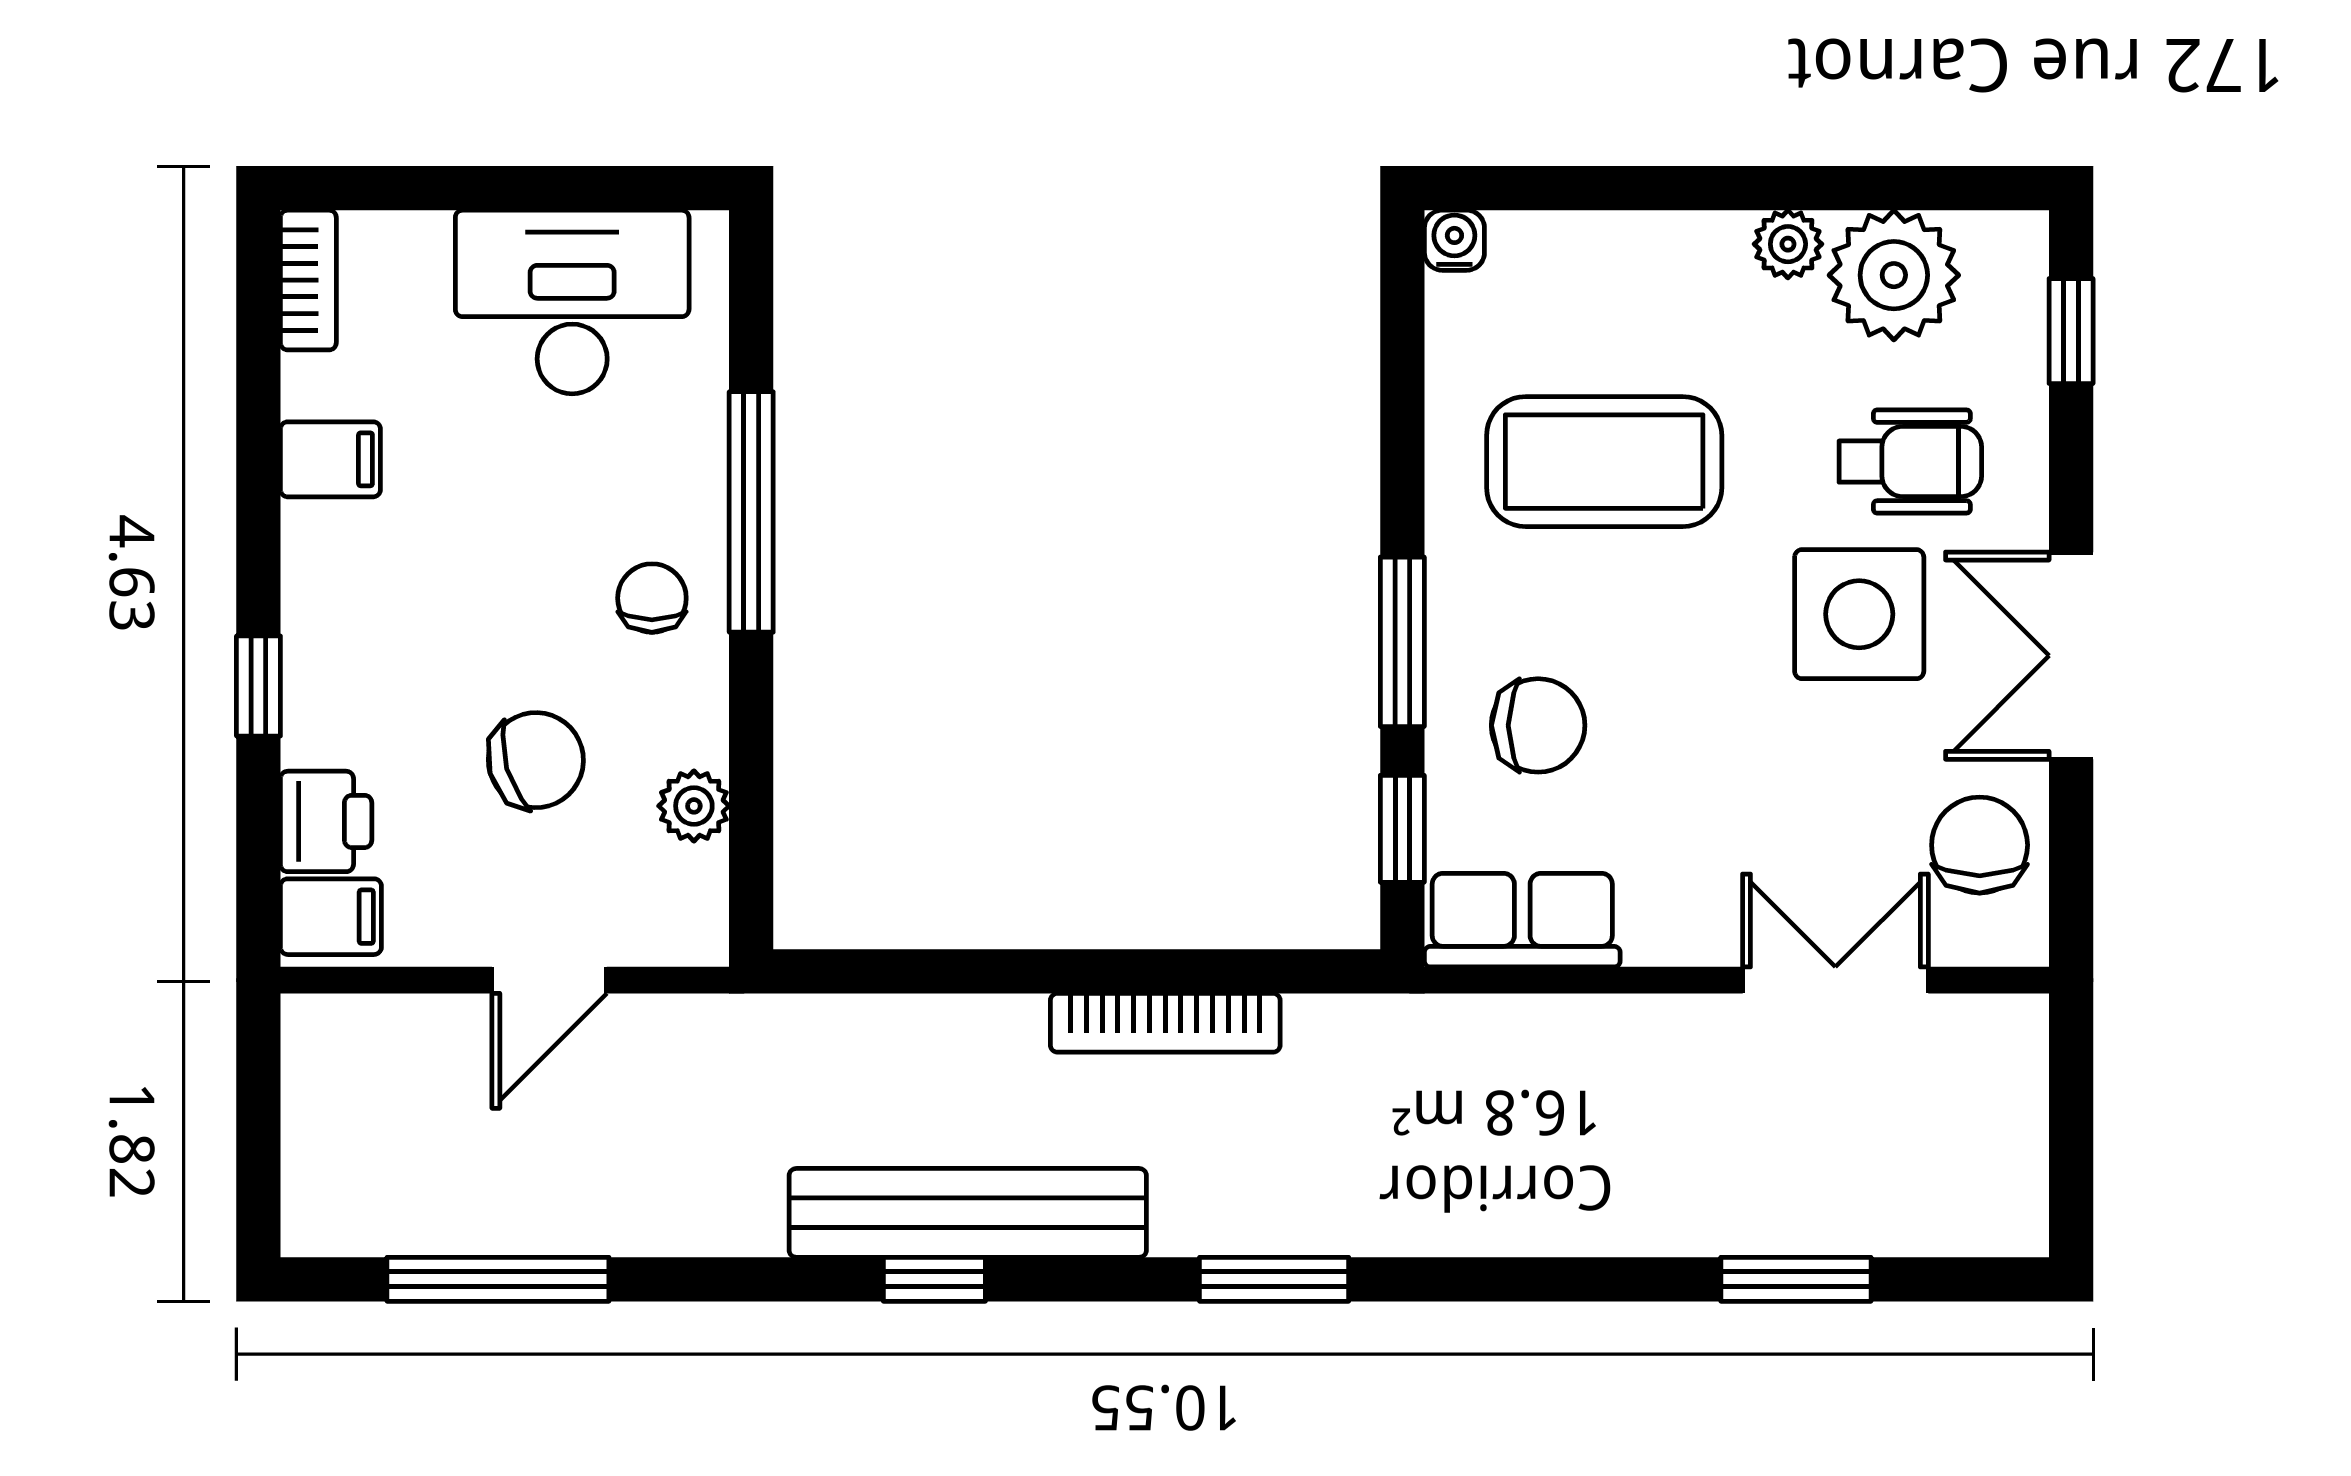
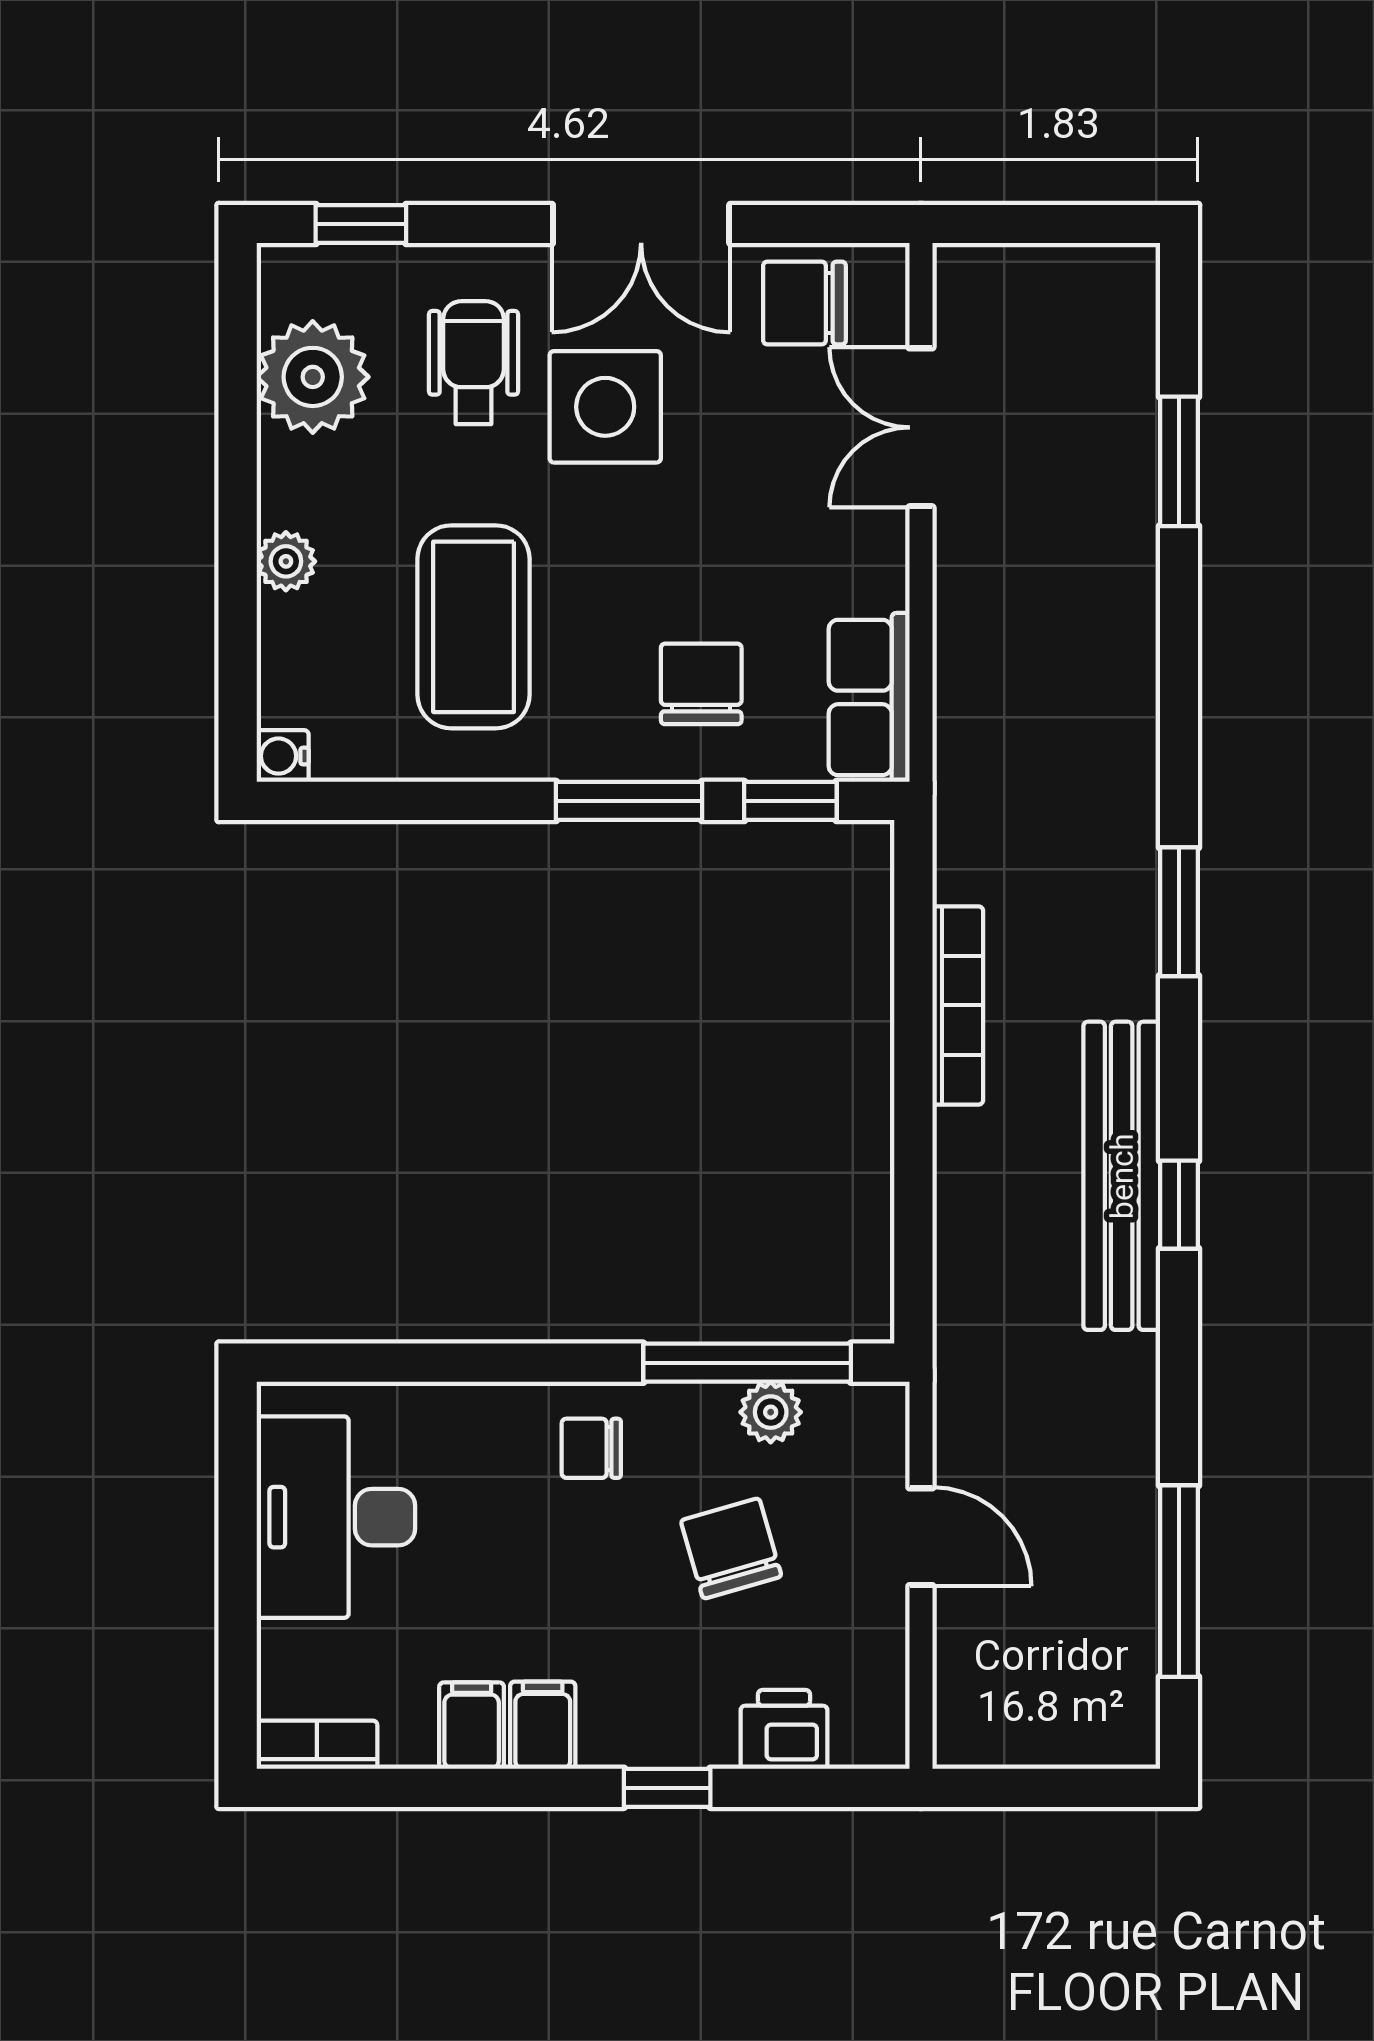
plant: (1788, 244) -> (286, 561), moved
window: (751, 512) -> (747, 1363), moved
filing cabinet: (331, 917) -> (543, 1725), moved

